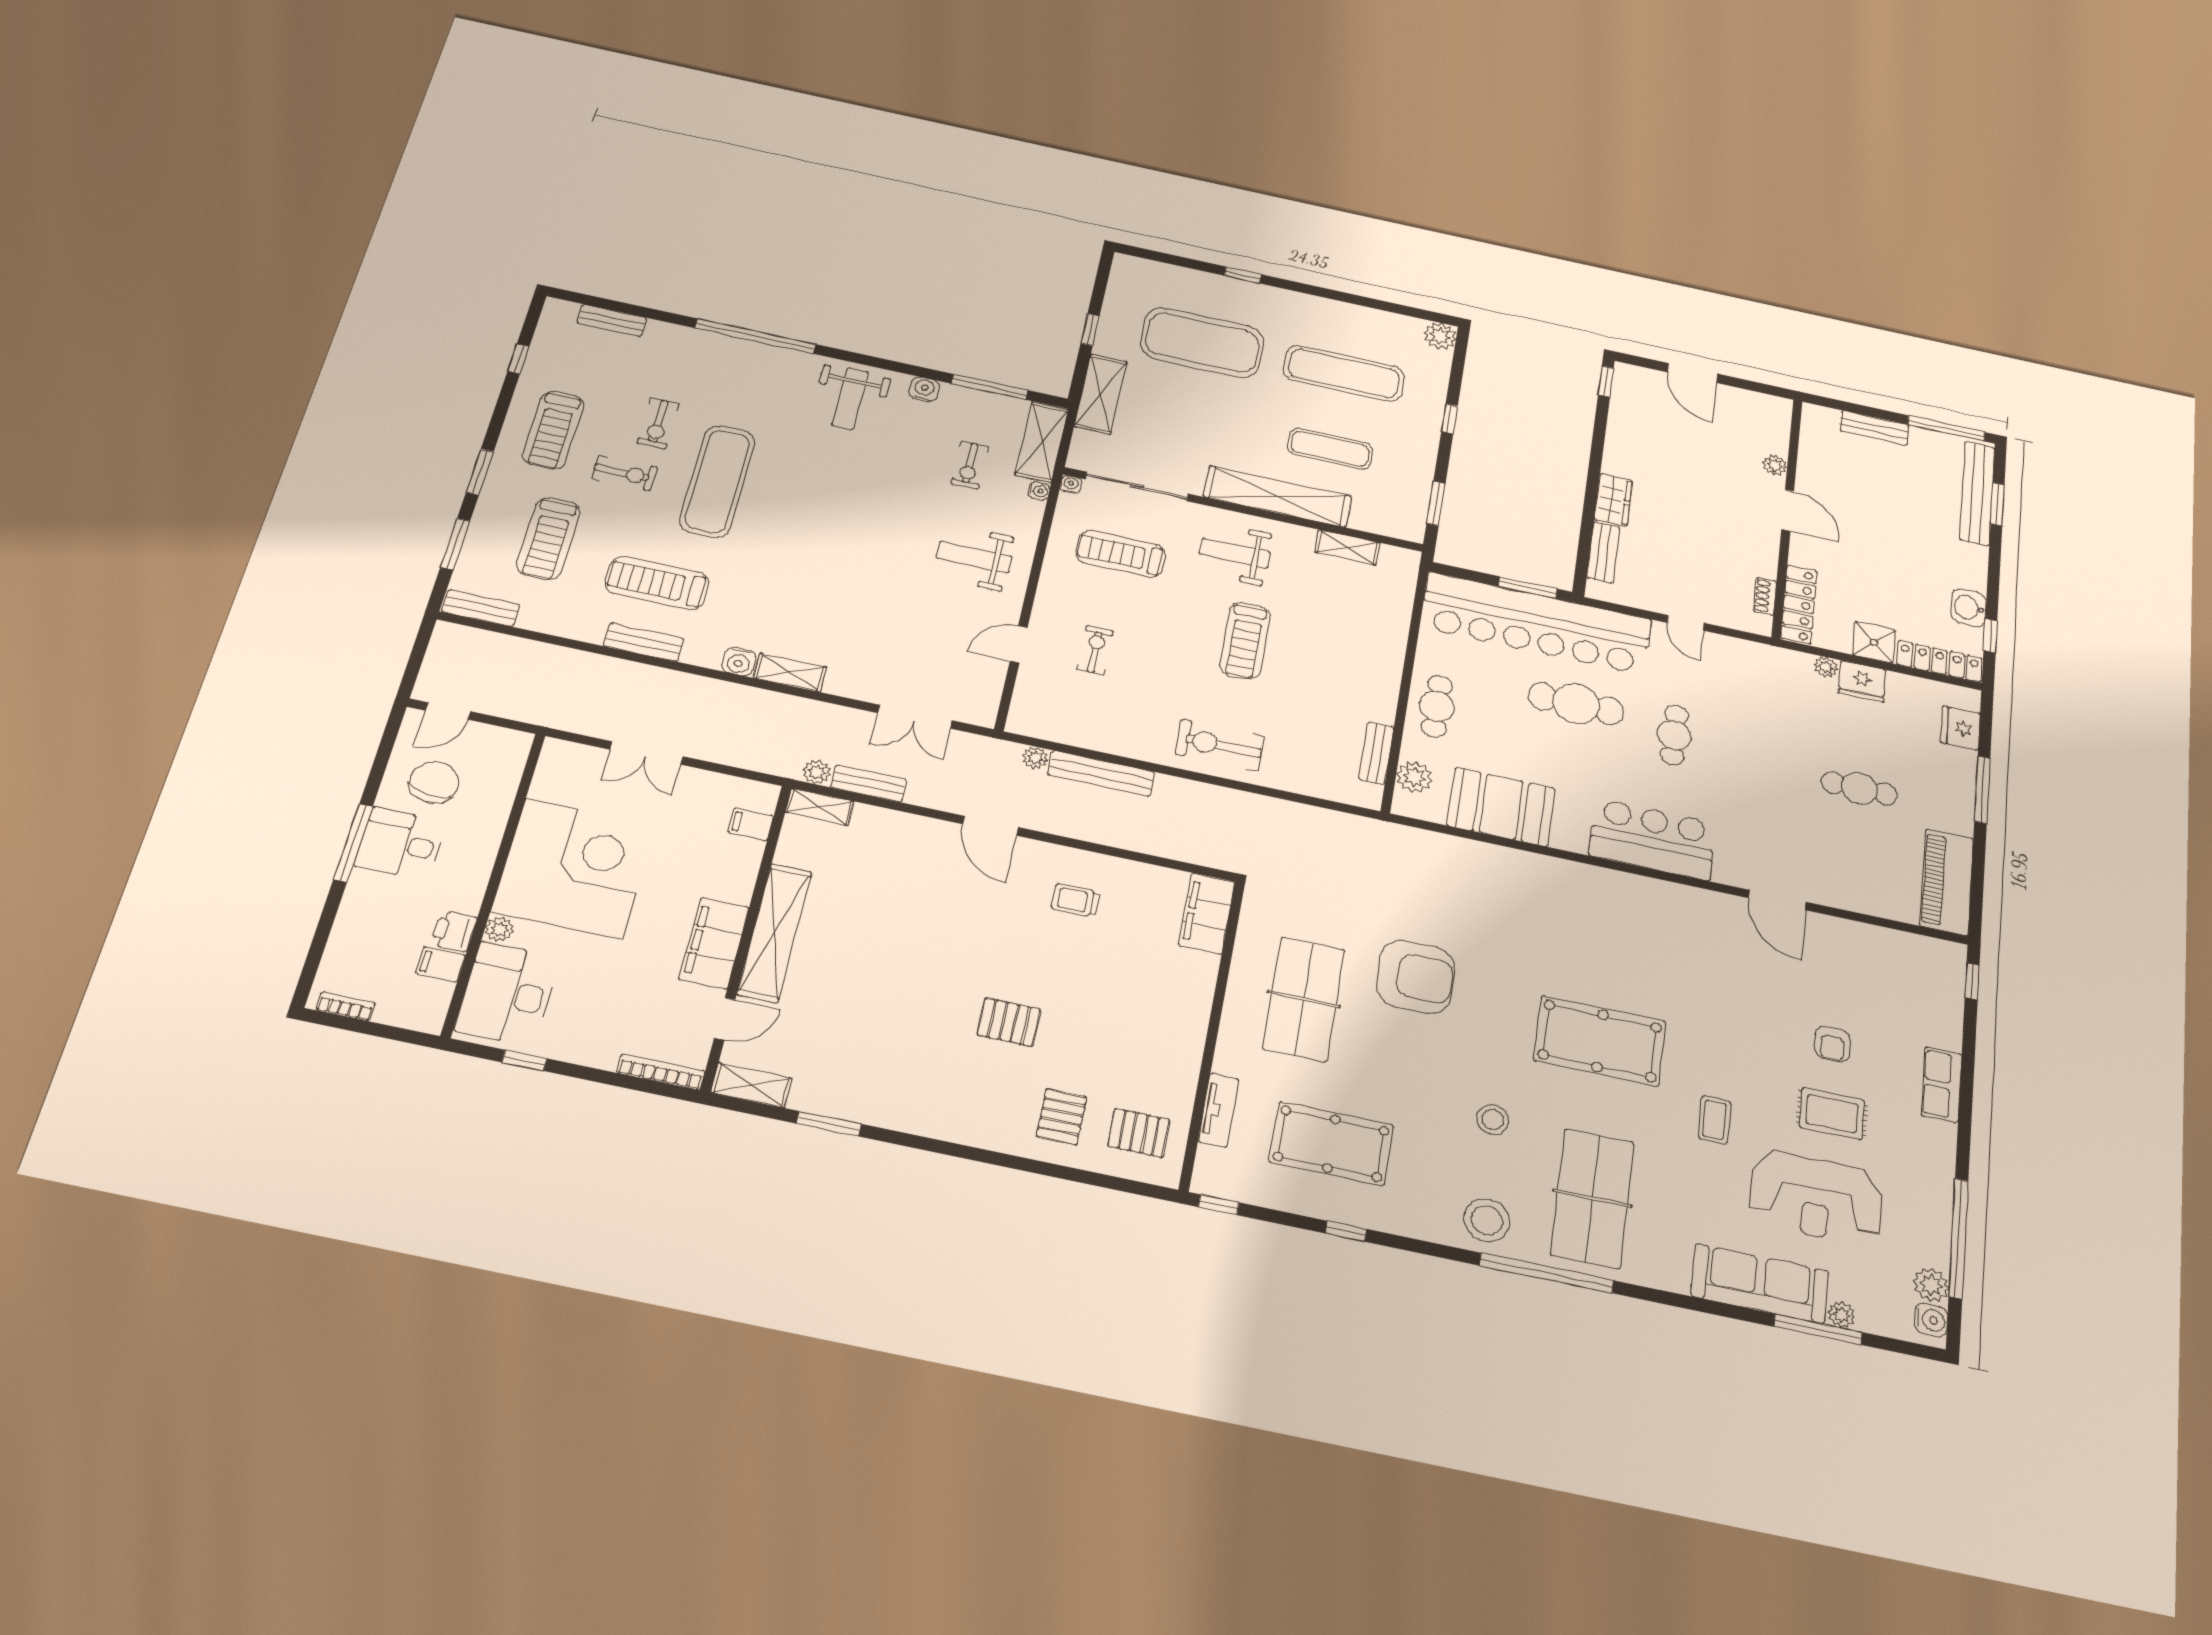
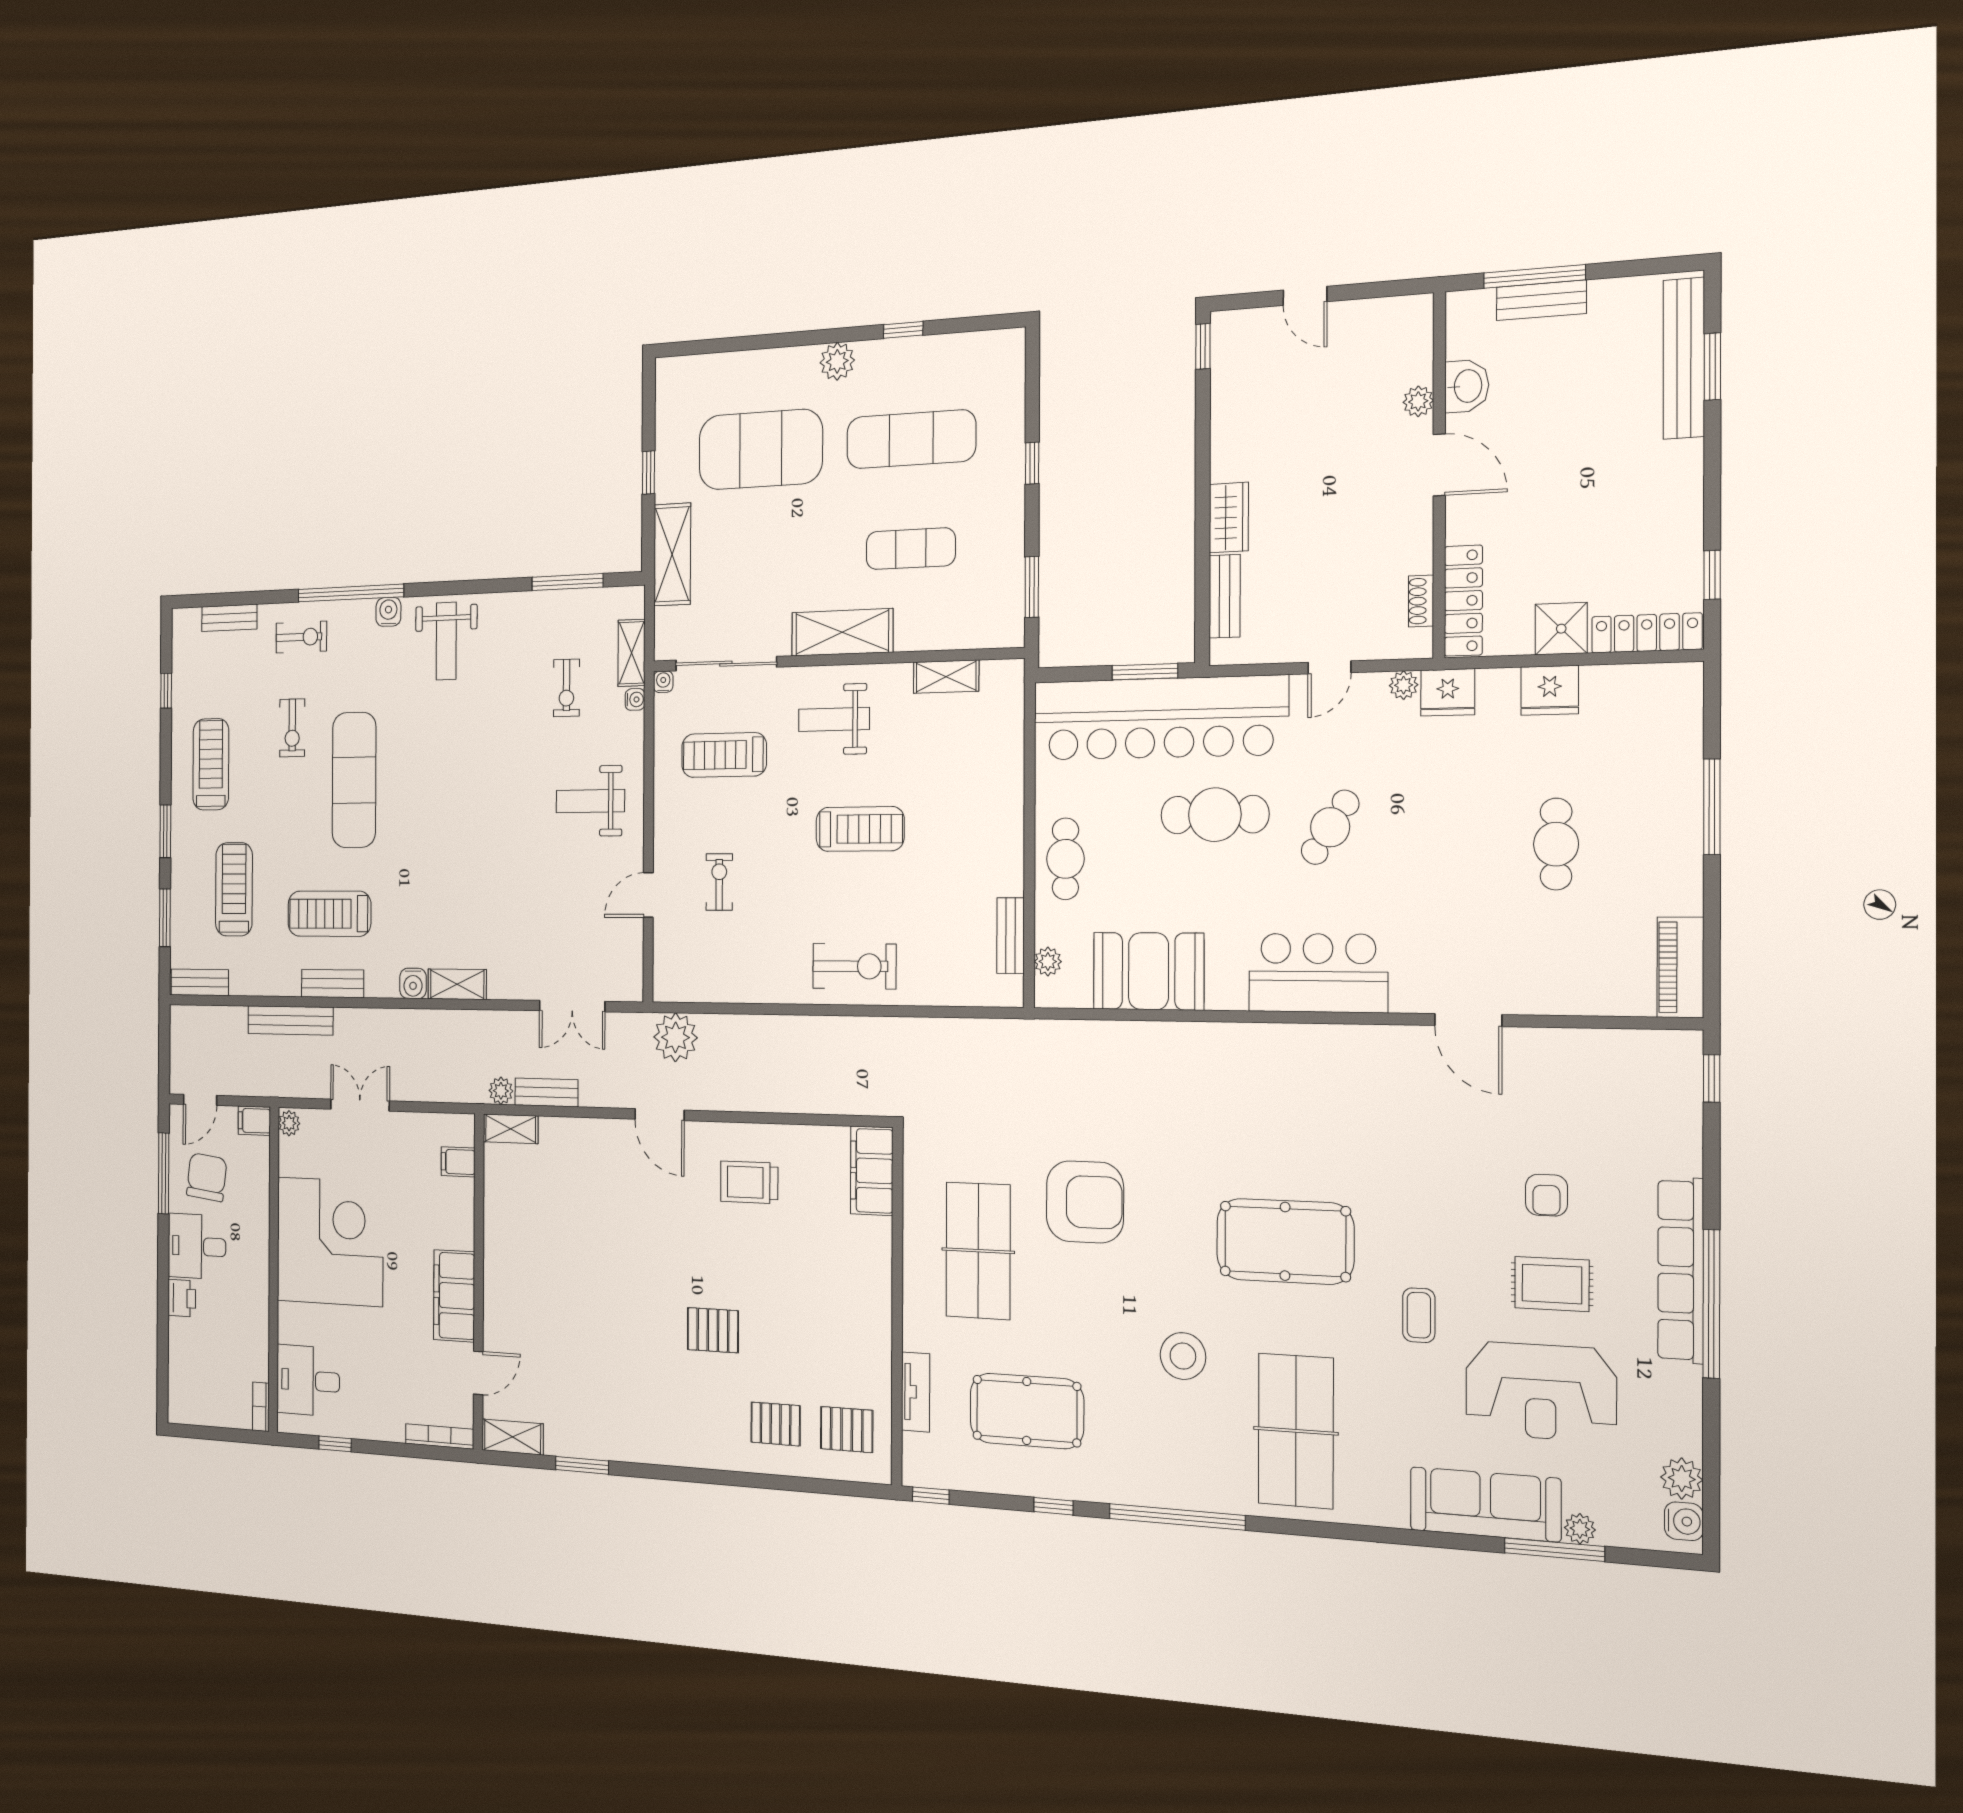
window: (1243, 275) -> (903, 330), moved
plant: (1440, 336) -> (837, 361), moved
door: (1692, 373) -> (1305, 296), width x0.73
water cooler: (924, 389) -> (388, 612), moved
window: (1946, 428) -> (1535, 276), moved
treadmill: (553, 430) -> (211, 764), turned 180
shelving: (1042, 442) -> (632, 653), width x0.67, depth x0.75
exercise bike: (624, 473) -> (301, 637), moved
shelving: (1277, 496) -> (842, 632), width x0.68
treadmill: (548, 538) -> (234, 889), turned 180
washbasin: (1969, 608) -> (1467, 386), moved, turned 180
door: (1686, 623) -> (1329, 667), hinge flipped
treadmill: (1245, 641) -> (860, 829), turned -90
plant: (1826, 667) -> (1404, 685), moved
fridge: (1961, 728) -> (1448, 692), moved, turned -90
cafe table: (1674, 735) -> (1330, 827), turned 33
exercise bike: (1220, 745) -> (854, 966), turned 180
double door: (647, 753) -> (360, 1105), swing flipped
plant: (1035, 758) -> (676, 1037), width x1.87, depth x1.87
bench: (1101, 773) -> (290, 1020), moved
plant: (1414, 777) -> (1048, 962), width x0.73, depth x0.73
cafe table: (1859, 788) -> (1556, 844), turned 90
window: (353, 843) -> (164, 1173), moved
piano: (1947, 882) -> (1680, 967), width x0.73, depth x0.75
trolley: (1076, 900) -> (749, 1182), width x1.36, depth x1.39
plant: (499, 929) -> (289, 1123), moved
printer: (454, 931) -> (182, 1298), moved, turned 180
shelving: (775, 933) -> (500, 1274), removed
filing cabinet: (440, 964) -> (254, 1121), moved
desk: (507, 994) -> (308, 1381), width x0.73
bookcase: (345, 1006) -> (261, 1407), moved, turned -90
row of seats: (1942, 1085) -> (1681, 1270), width x2.02
pallet: (1061, 1117) -> (776, 1424), turned 90
stool: (1493, 1120) -> (1183, 1356), width x1.38, depth x1.38
stool: (1487, 1220) -> (1190, 1473), removed
window: (1958, 1238) -> (1711, 1304), moved
window: (1547, 1273) -> (1177, 1517), moved

